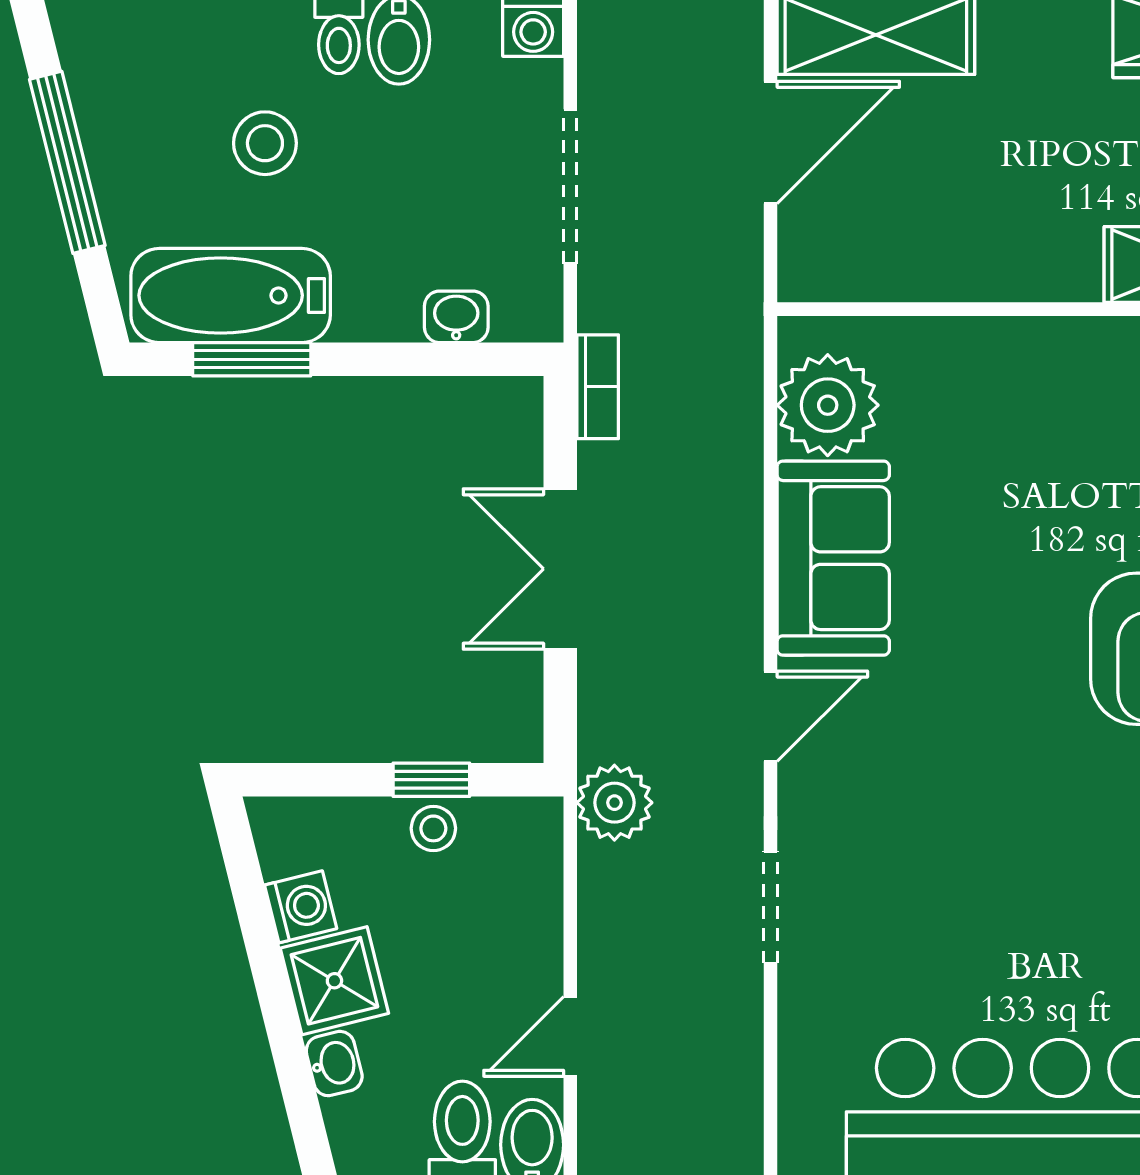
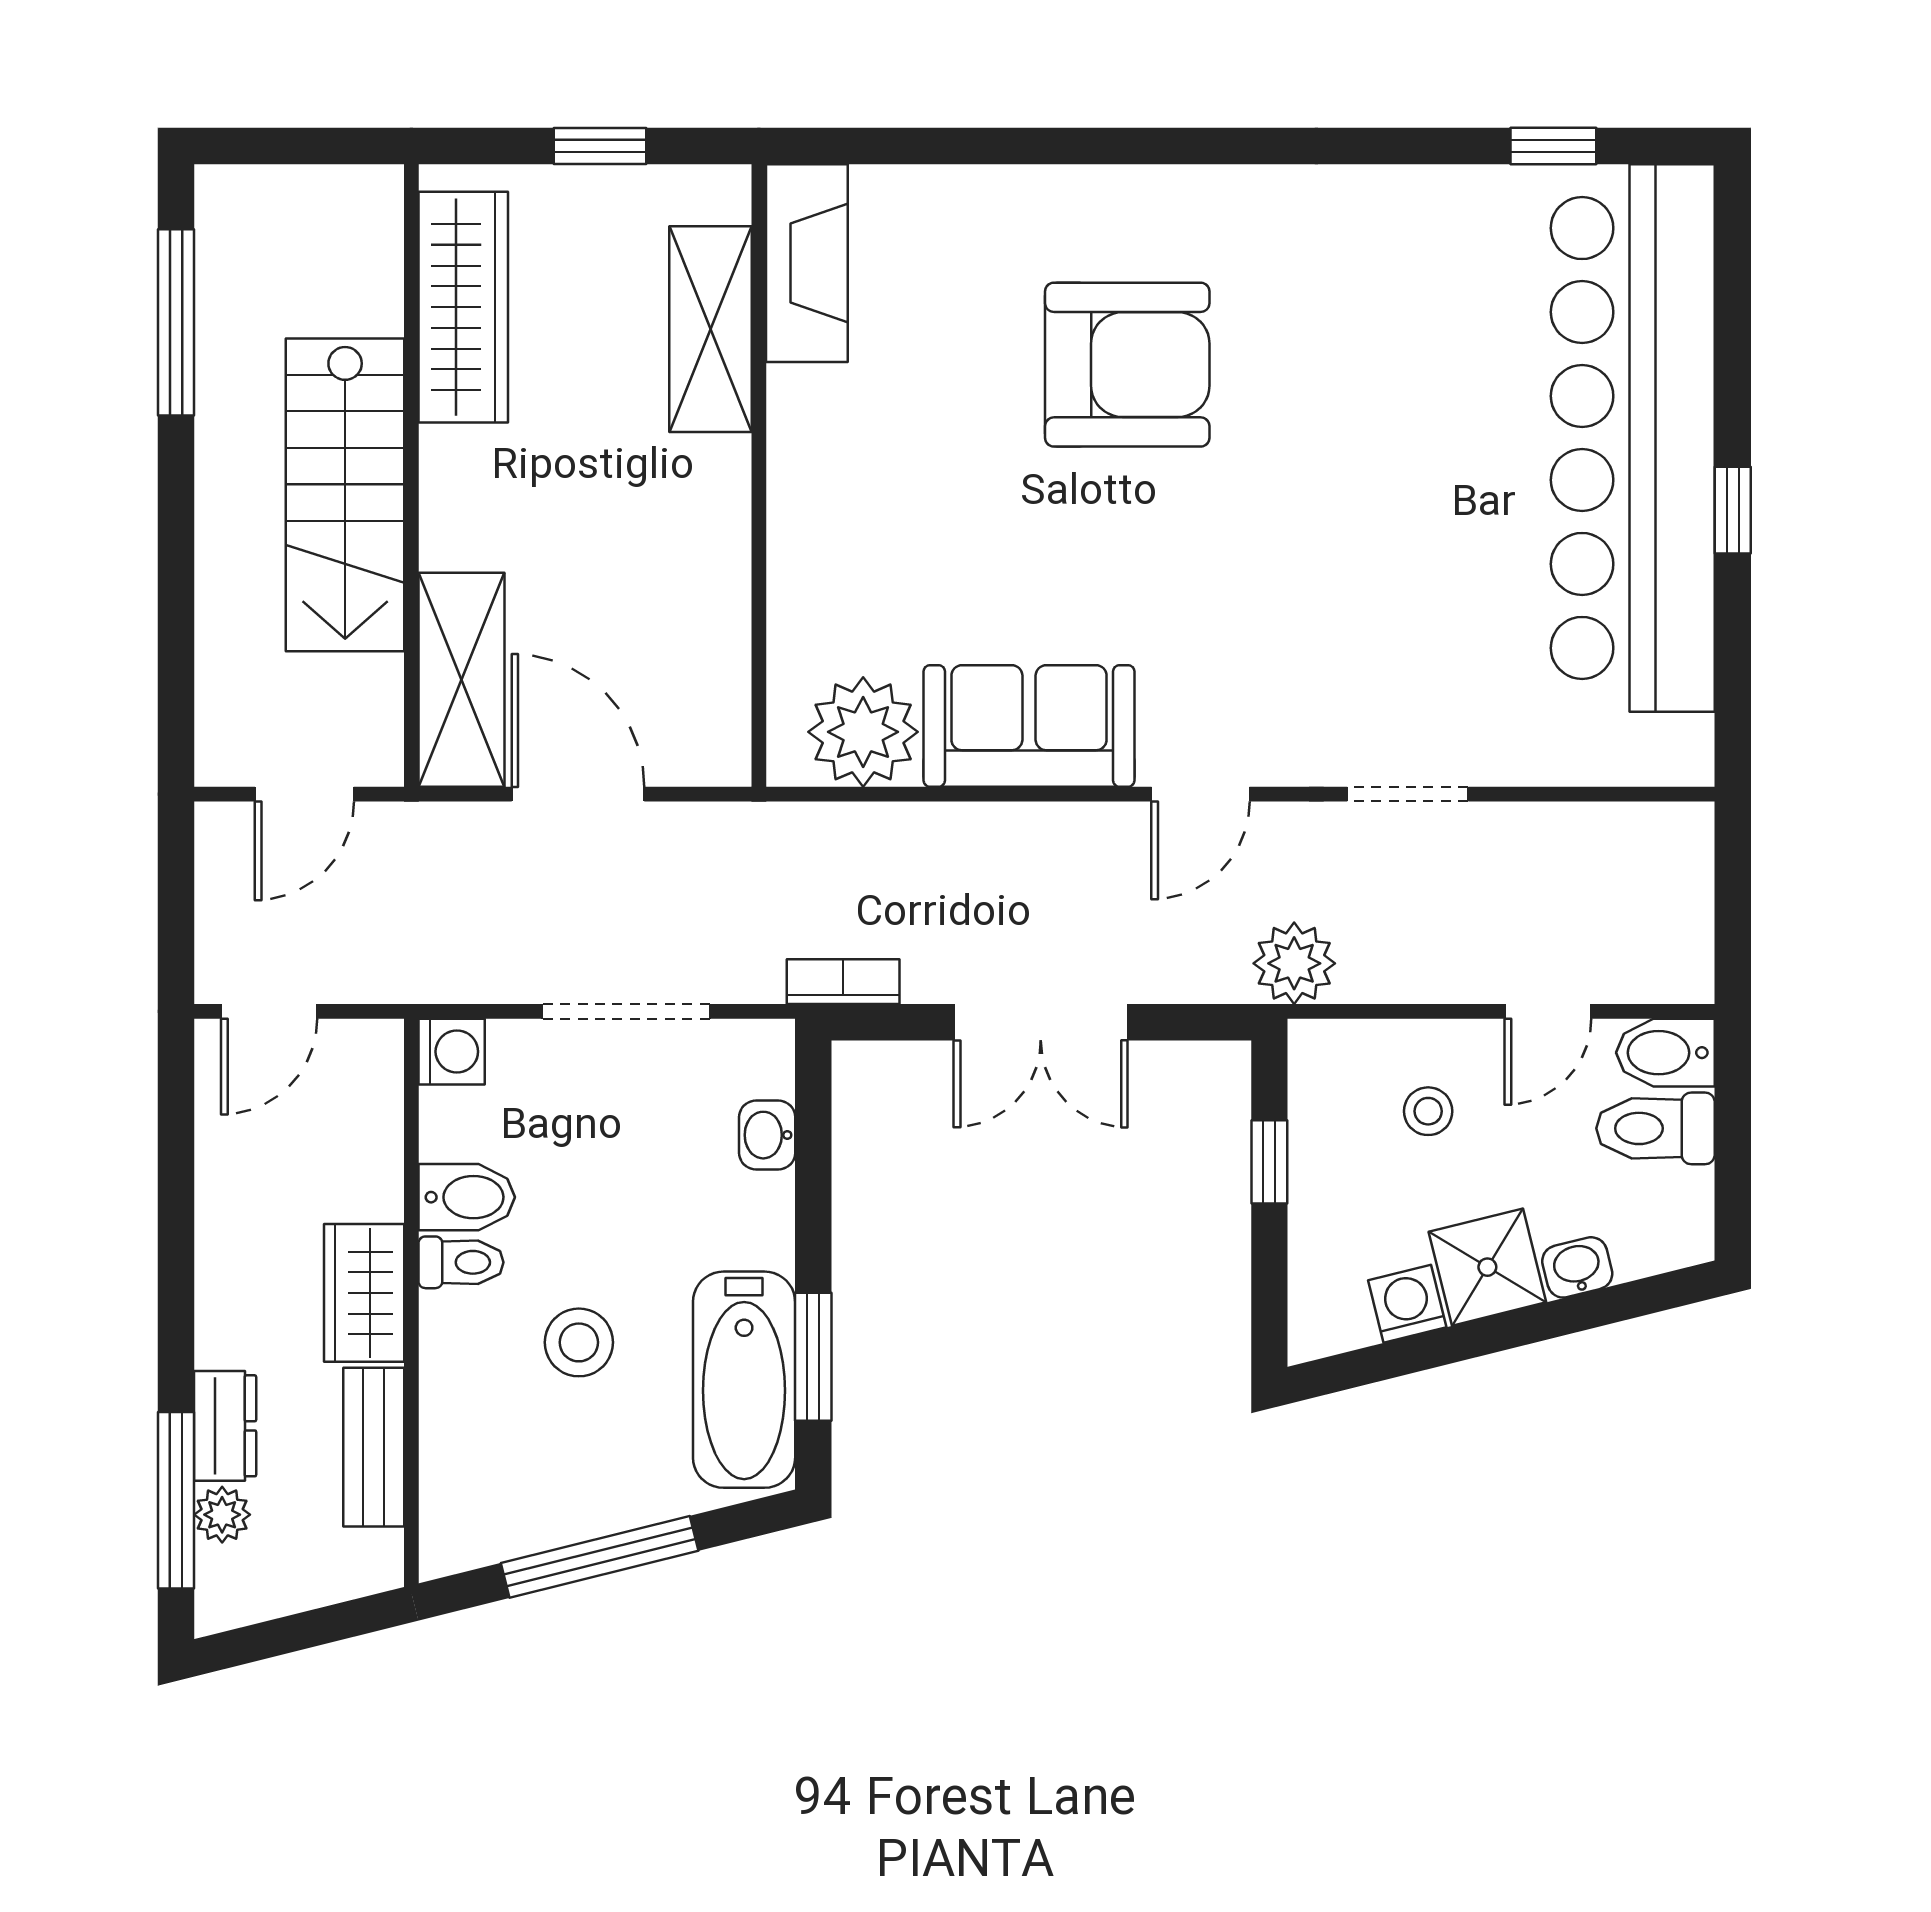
door: (770, 716) -> (1200, 794), swing flipped
stool: (433, 828) -> (1428, 1111), moved
door: (570, 1036) -> (1548, 1011), hinge flipped

